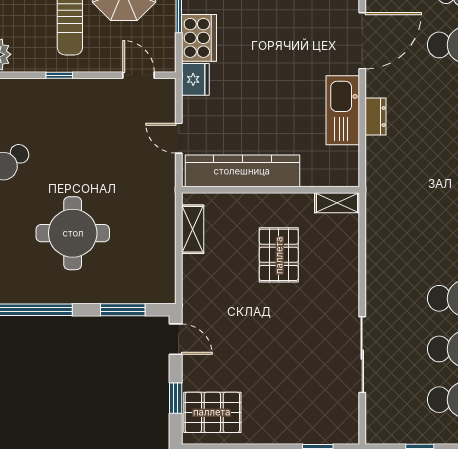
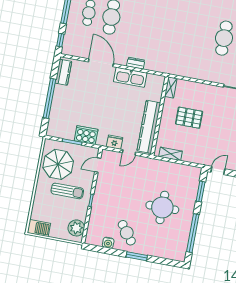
fridge: (195, 79) -> (115, 142), moved

